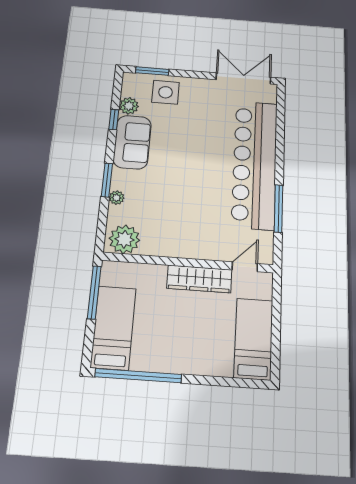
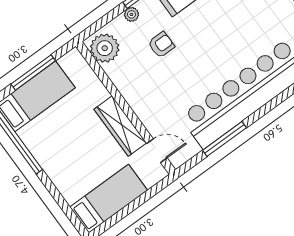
armchair: (161, 195) -> (161, 45), added
window: (94, 292) -> (33, 72), moved

